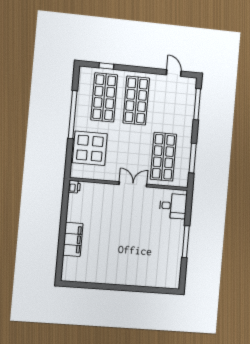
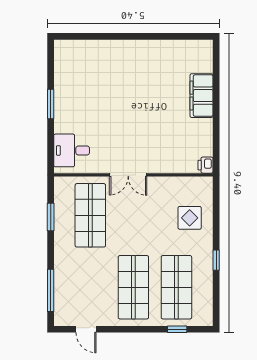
window: (73, 115) -> (216, 260), width x0.32
display table: (90, 148) -> (190, 218), width x0.54, depth x0.54
window: (193, 158) -> (51, 217), width x0.69
window: (186, 242) -> (51, 104), width x0.69

